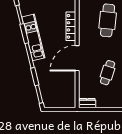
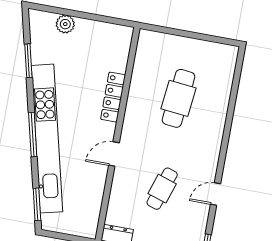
kitchen unit: (33, 37) -> (47, 139), width x1.86
door: (77, 58) -> (114, 154), width x0.53

